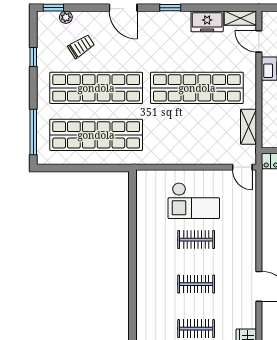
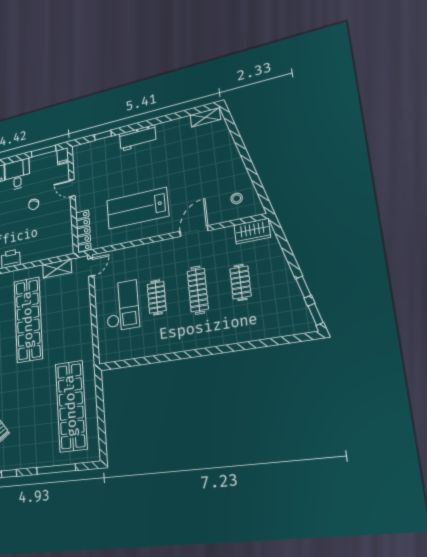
shop shelf: (96, 88) -> (32, 411), removed
window: (33, 132) -> (56, 469), moved
clothes rail: (196, 284) -> (198, 290), width x1.36

